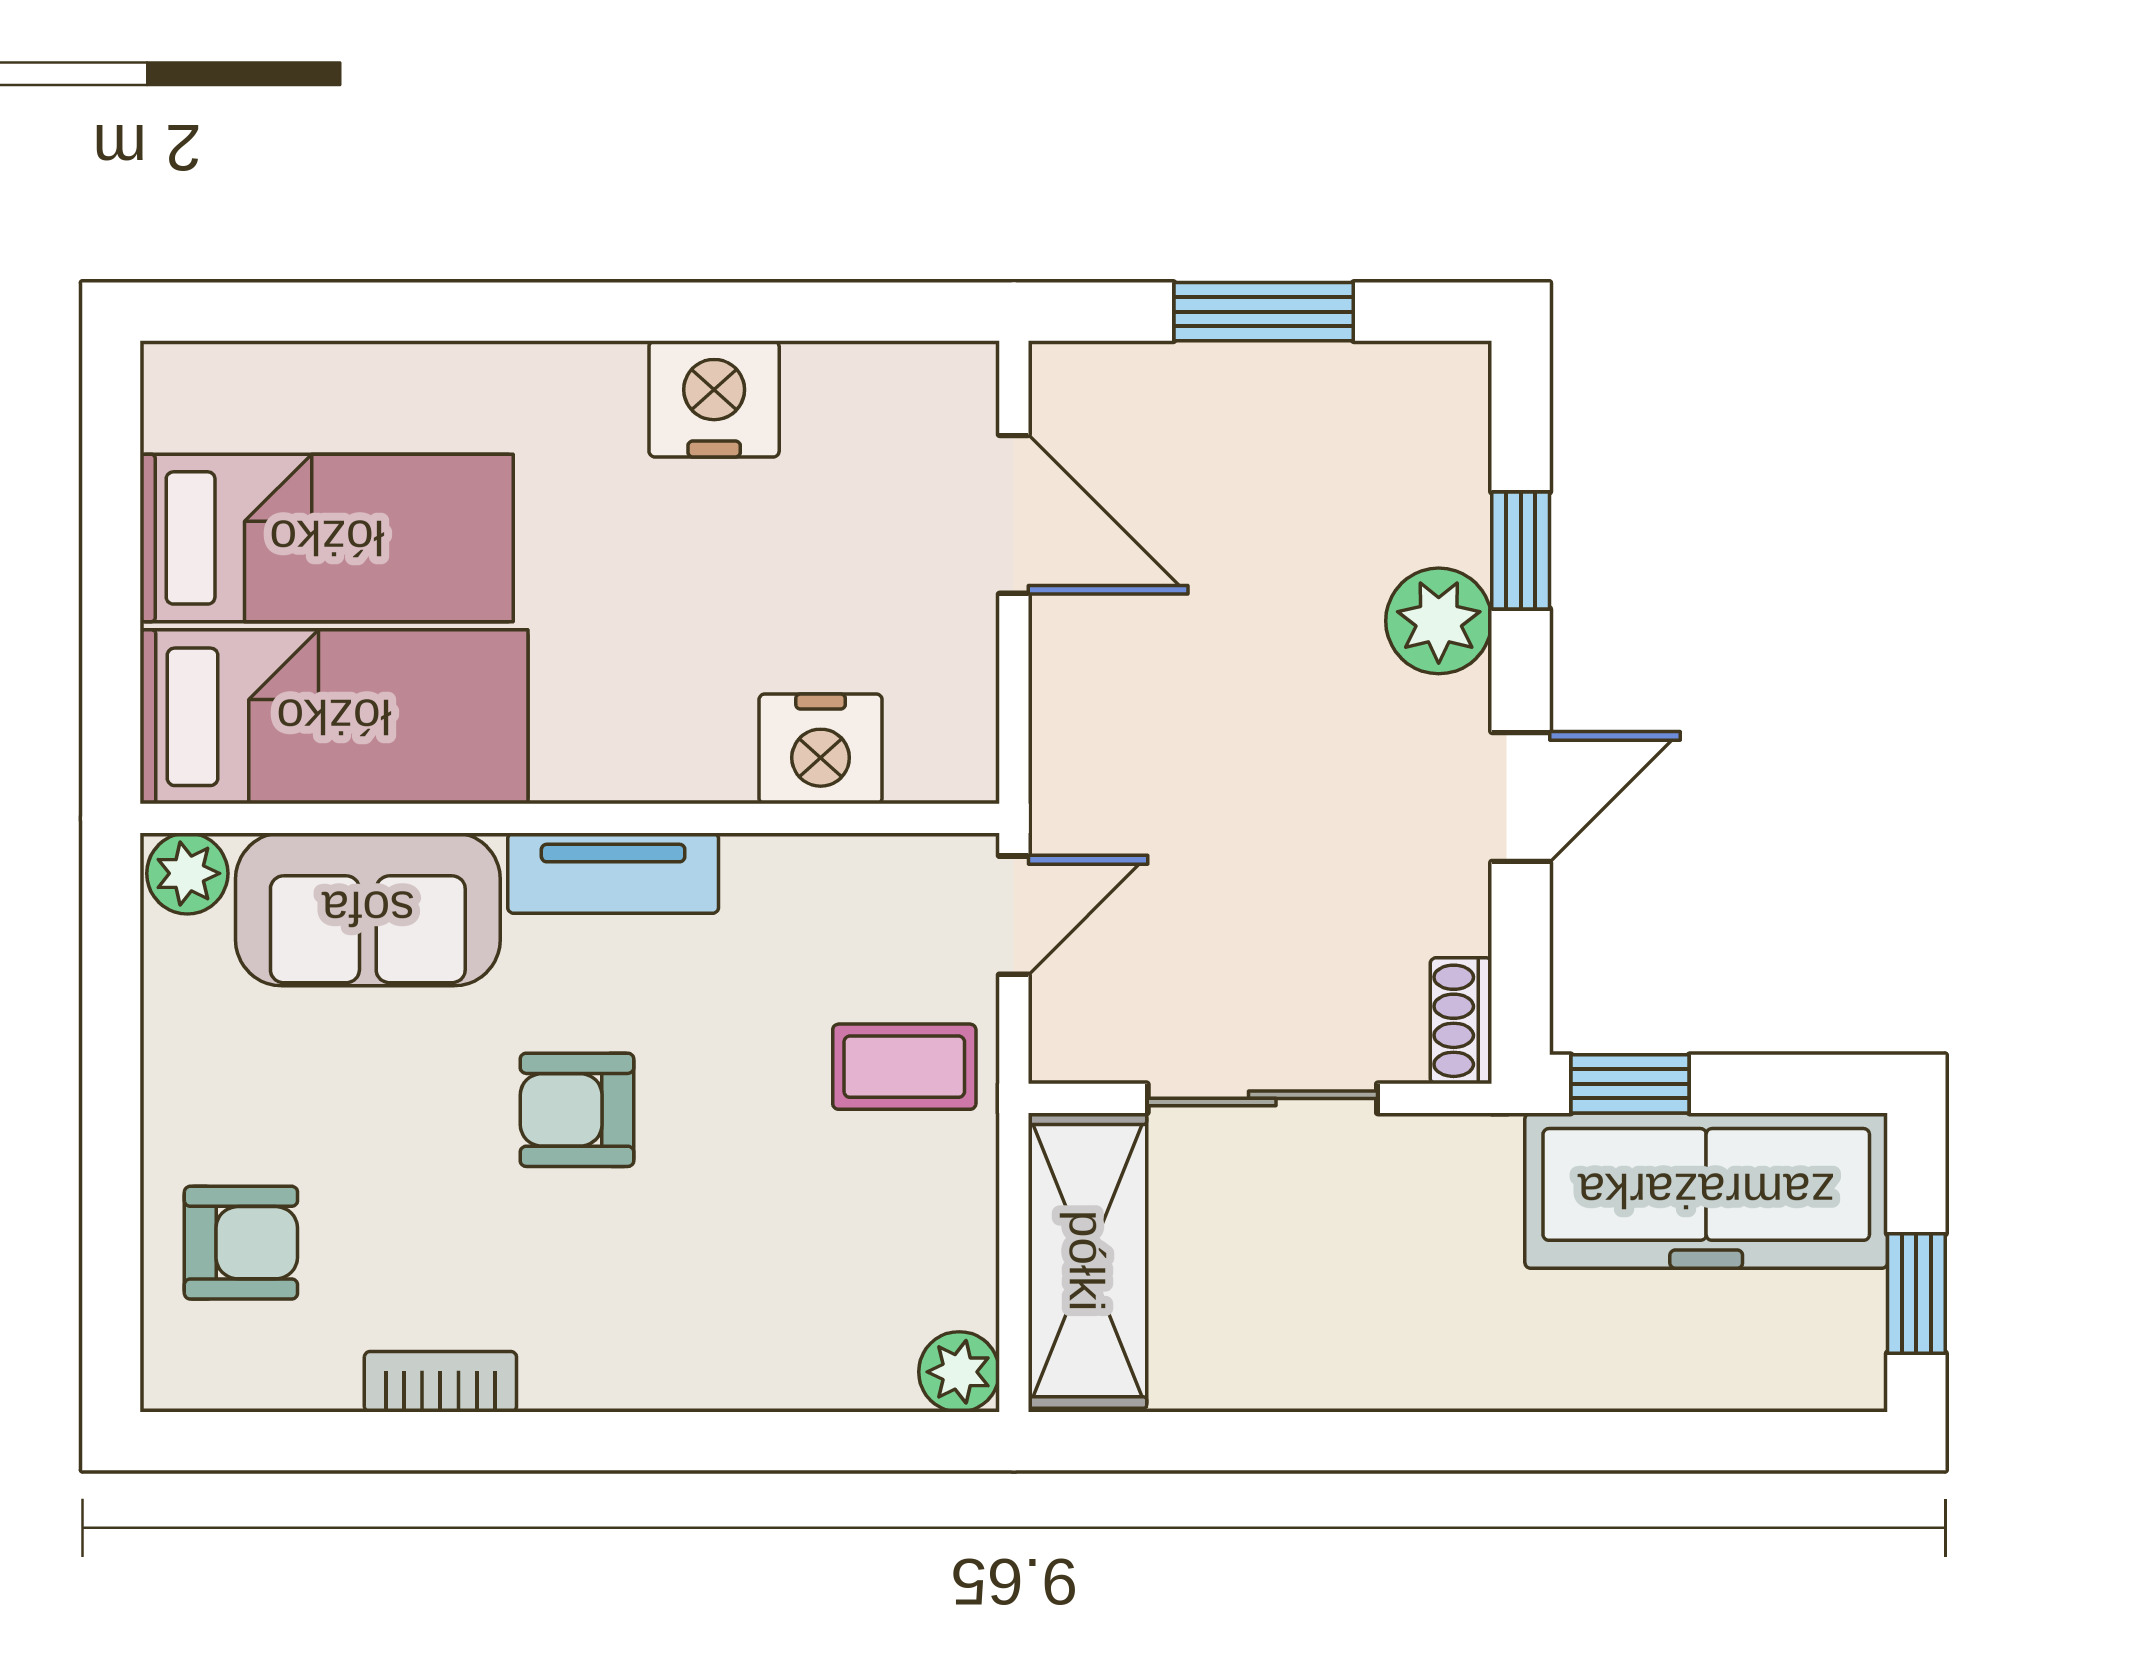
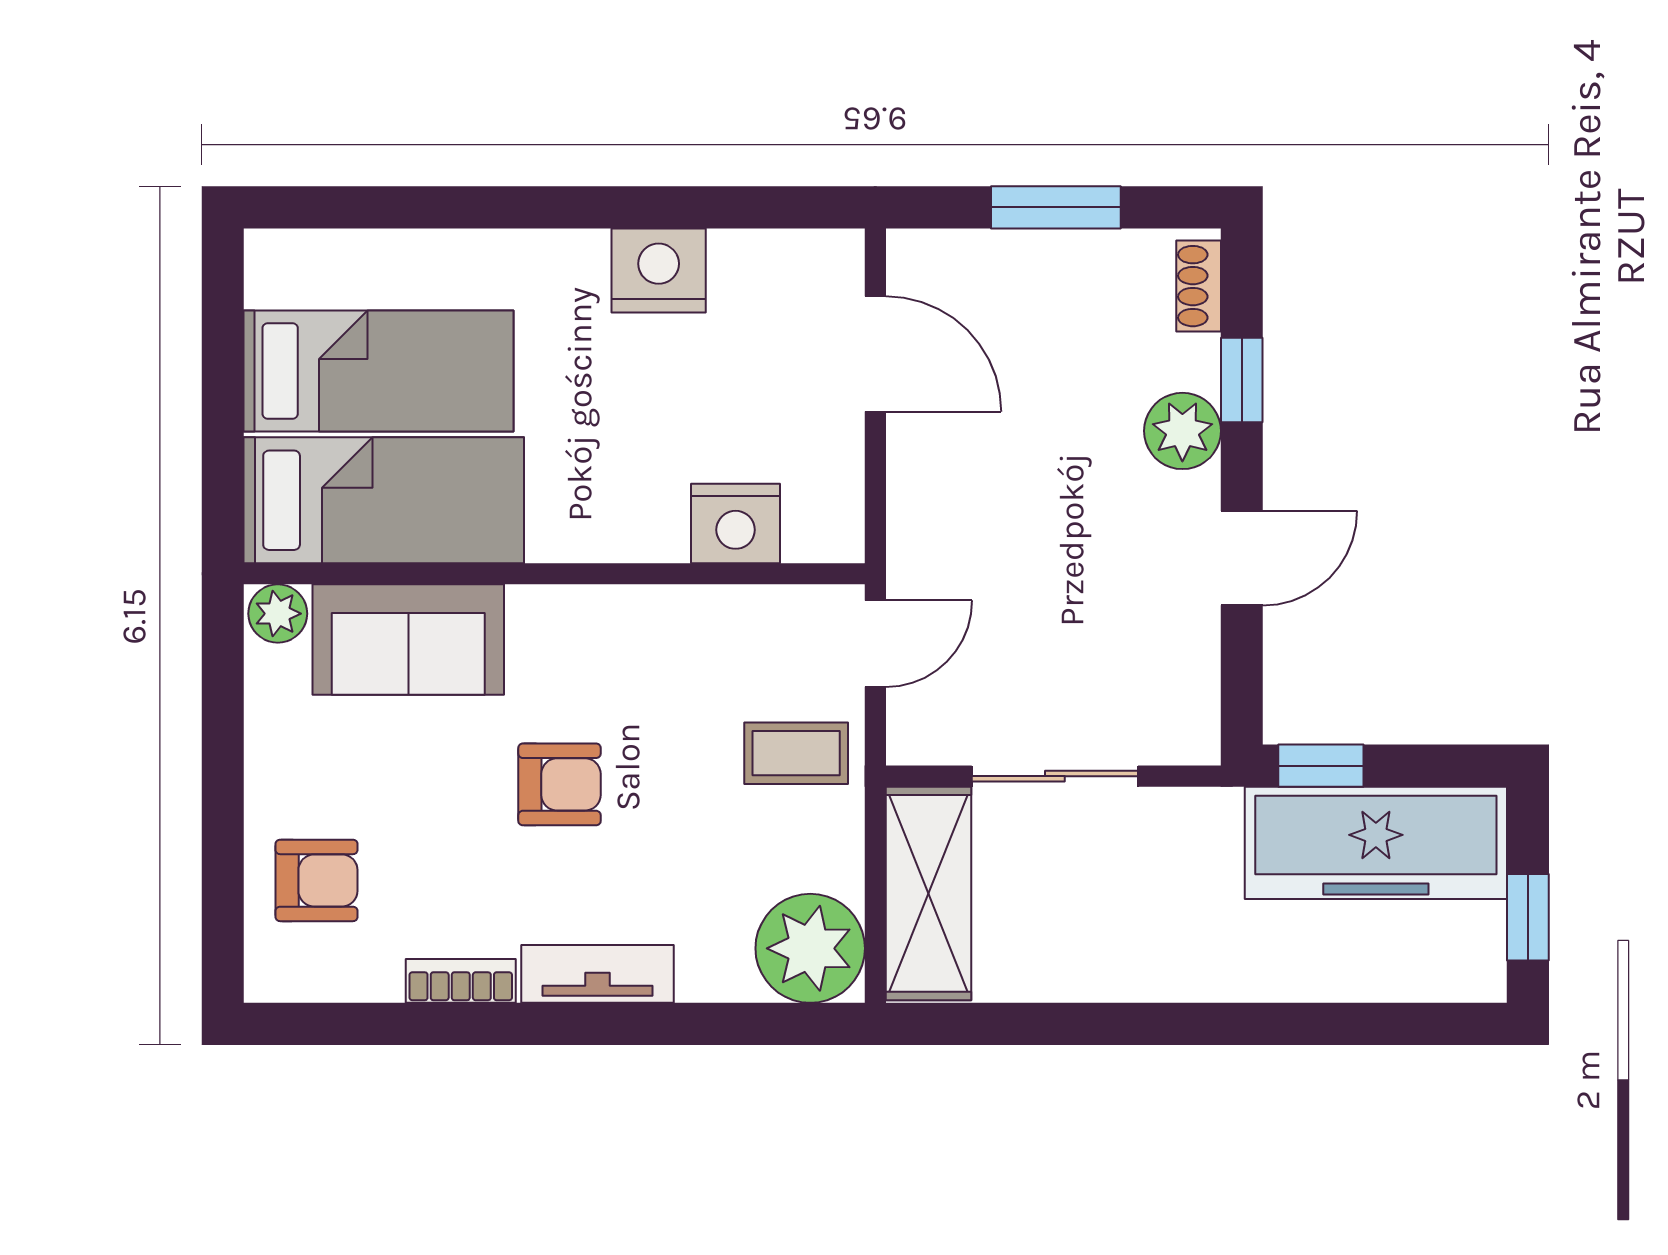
tv unit: (613, 873) -> (597, 974), moved, turned 180
shoe rack: (1461, 1021) -> (1199, 286), moved
armchair: (577, 1110) -> (559, 784), turned 180
plant: (959, 1372) -> (810, 948), width x1.88, depth x1.88

